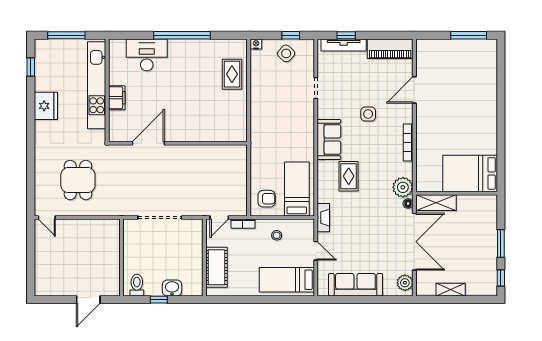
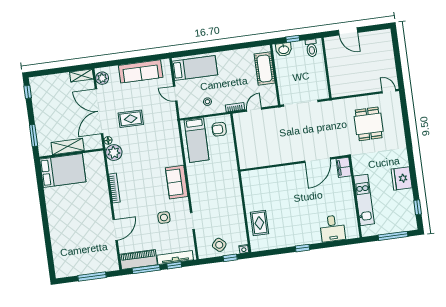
window: (182, 35) -> (303, 248), width x0.32
window: (291, 35) -> (230, 258), moved
window: (382, 35) -> (146, 269), added
window: (469, 35) -> (92, 277), moved
desk: (147, 55) -> (332, 228), width x0.73
kitchen unit: (97, 85) -> (364, 200), width x0.73
filing cabinet: (117, 98) -> (344, 167), moved
side table: (368, 114) -> (164, 218), moved
rug: (349, 176) -> (131, 119), moved, turned 90
shelving: (436, 203) -> (68, 147), moved
fireplace: (323, 218) -> (173, 120), removed
window: (501, 244) -> (34, 136), moved
wall: (204, 258) -> (275, 75), moved
cot: (216, 267) -> (265, 68), moved
shelving: (451, 290) -> (82, 75), moved
door: (88, 300) -> (348, 31), swing flipped

